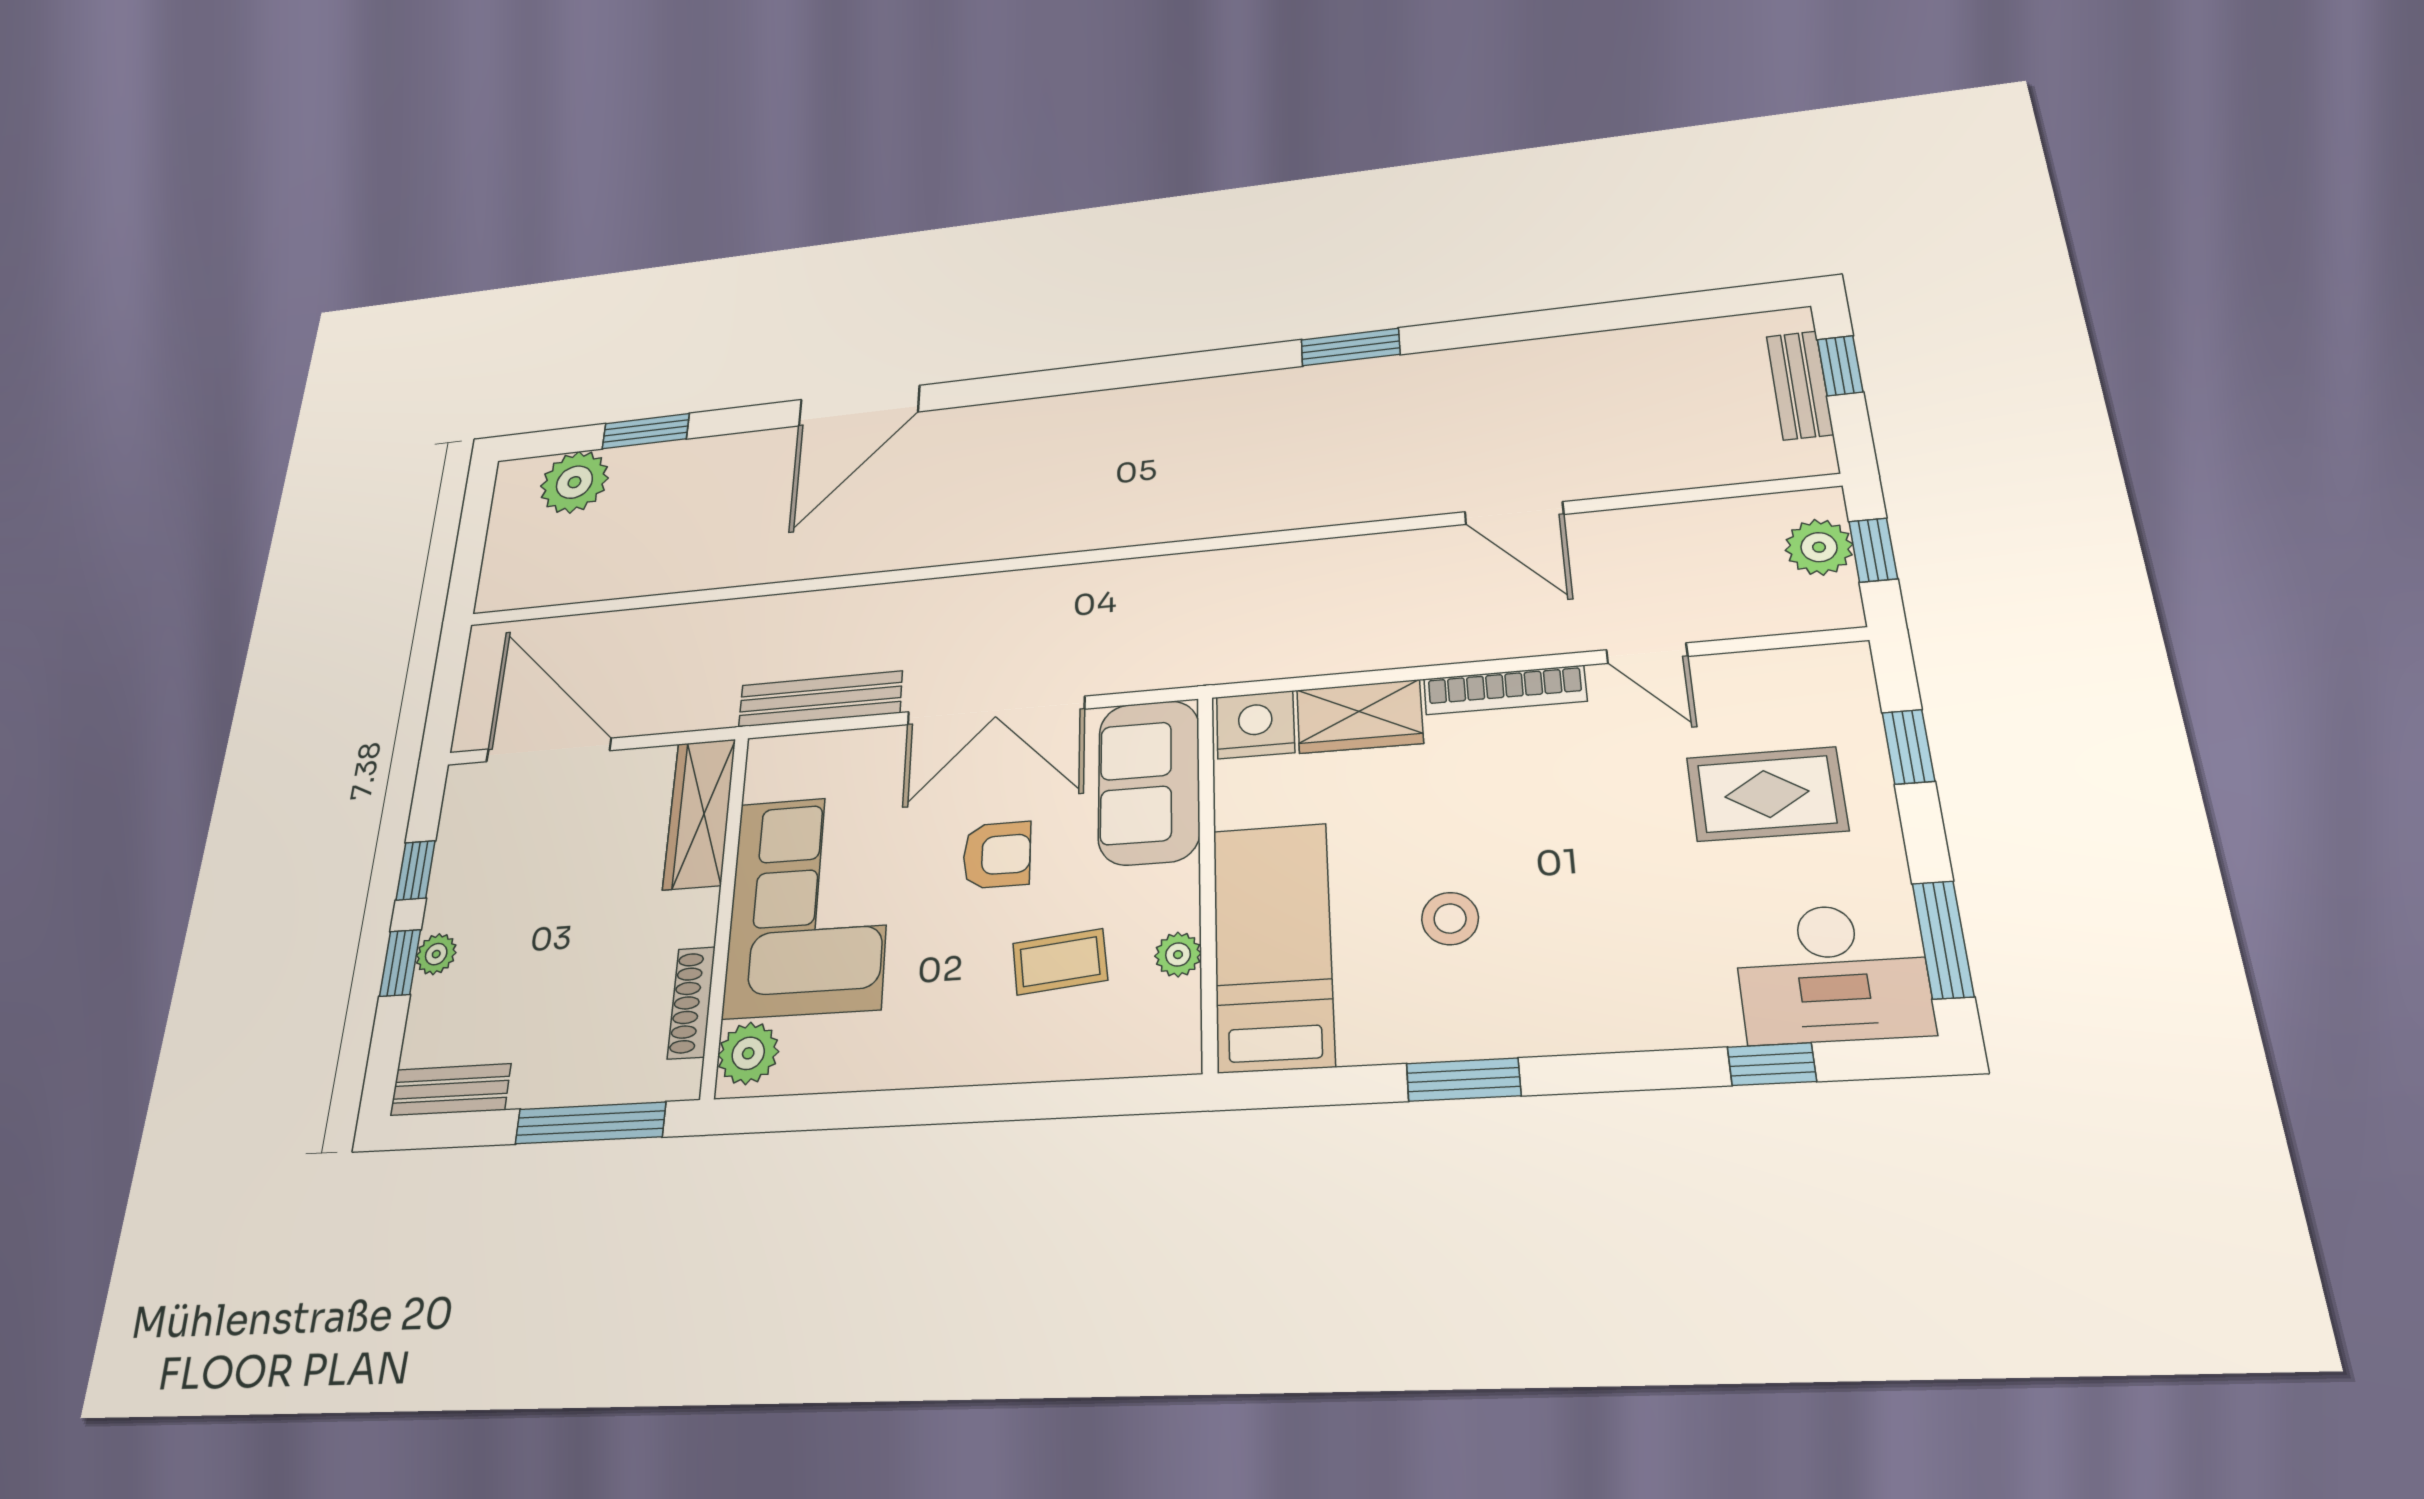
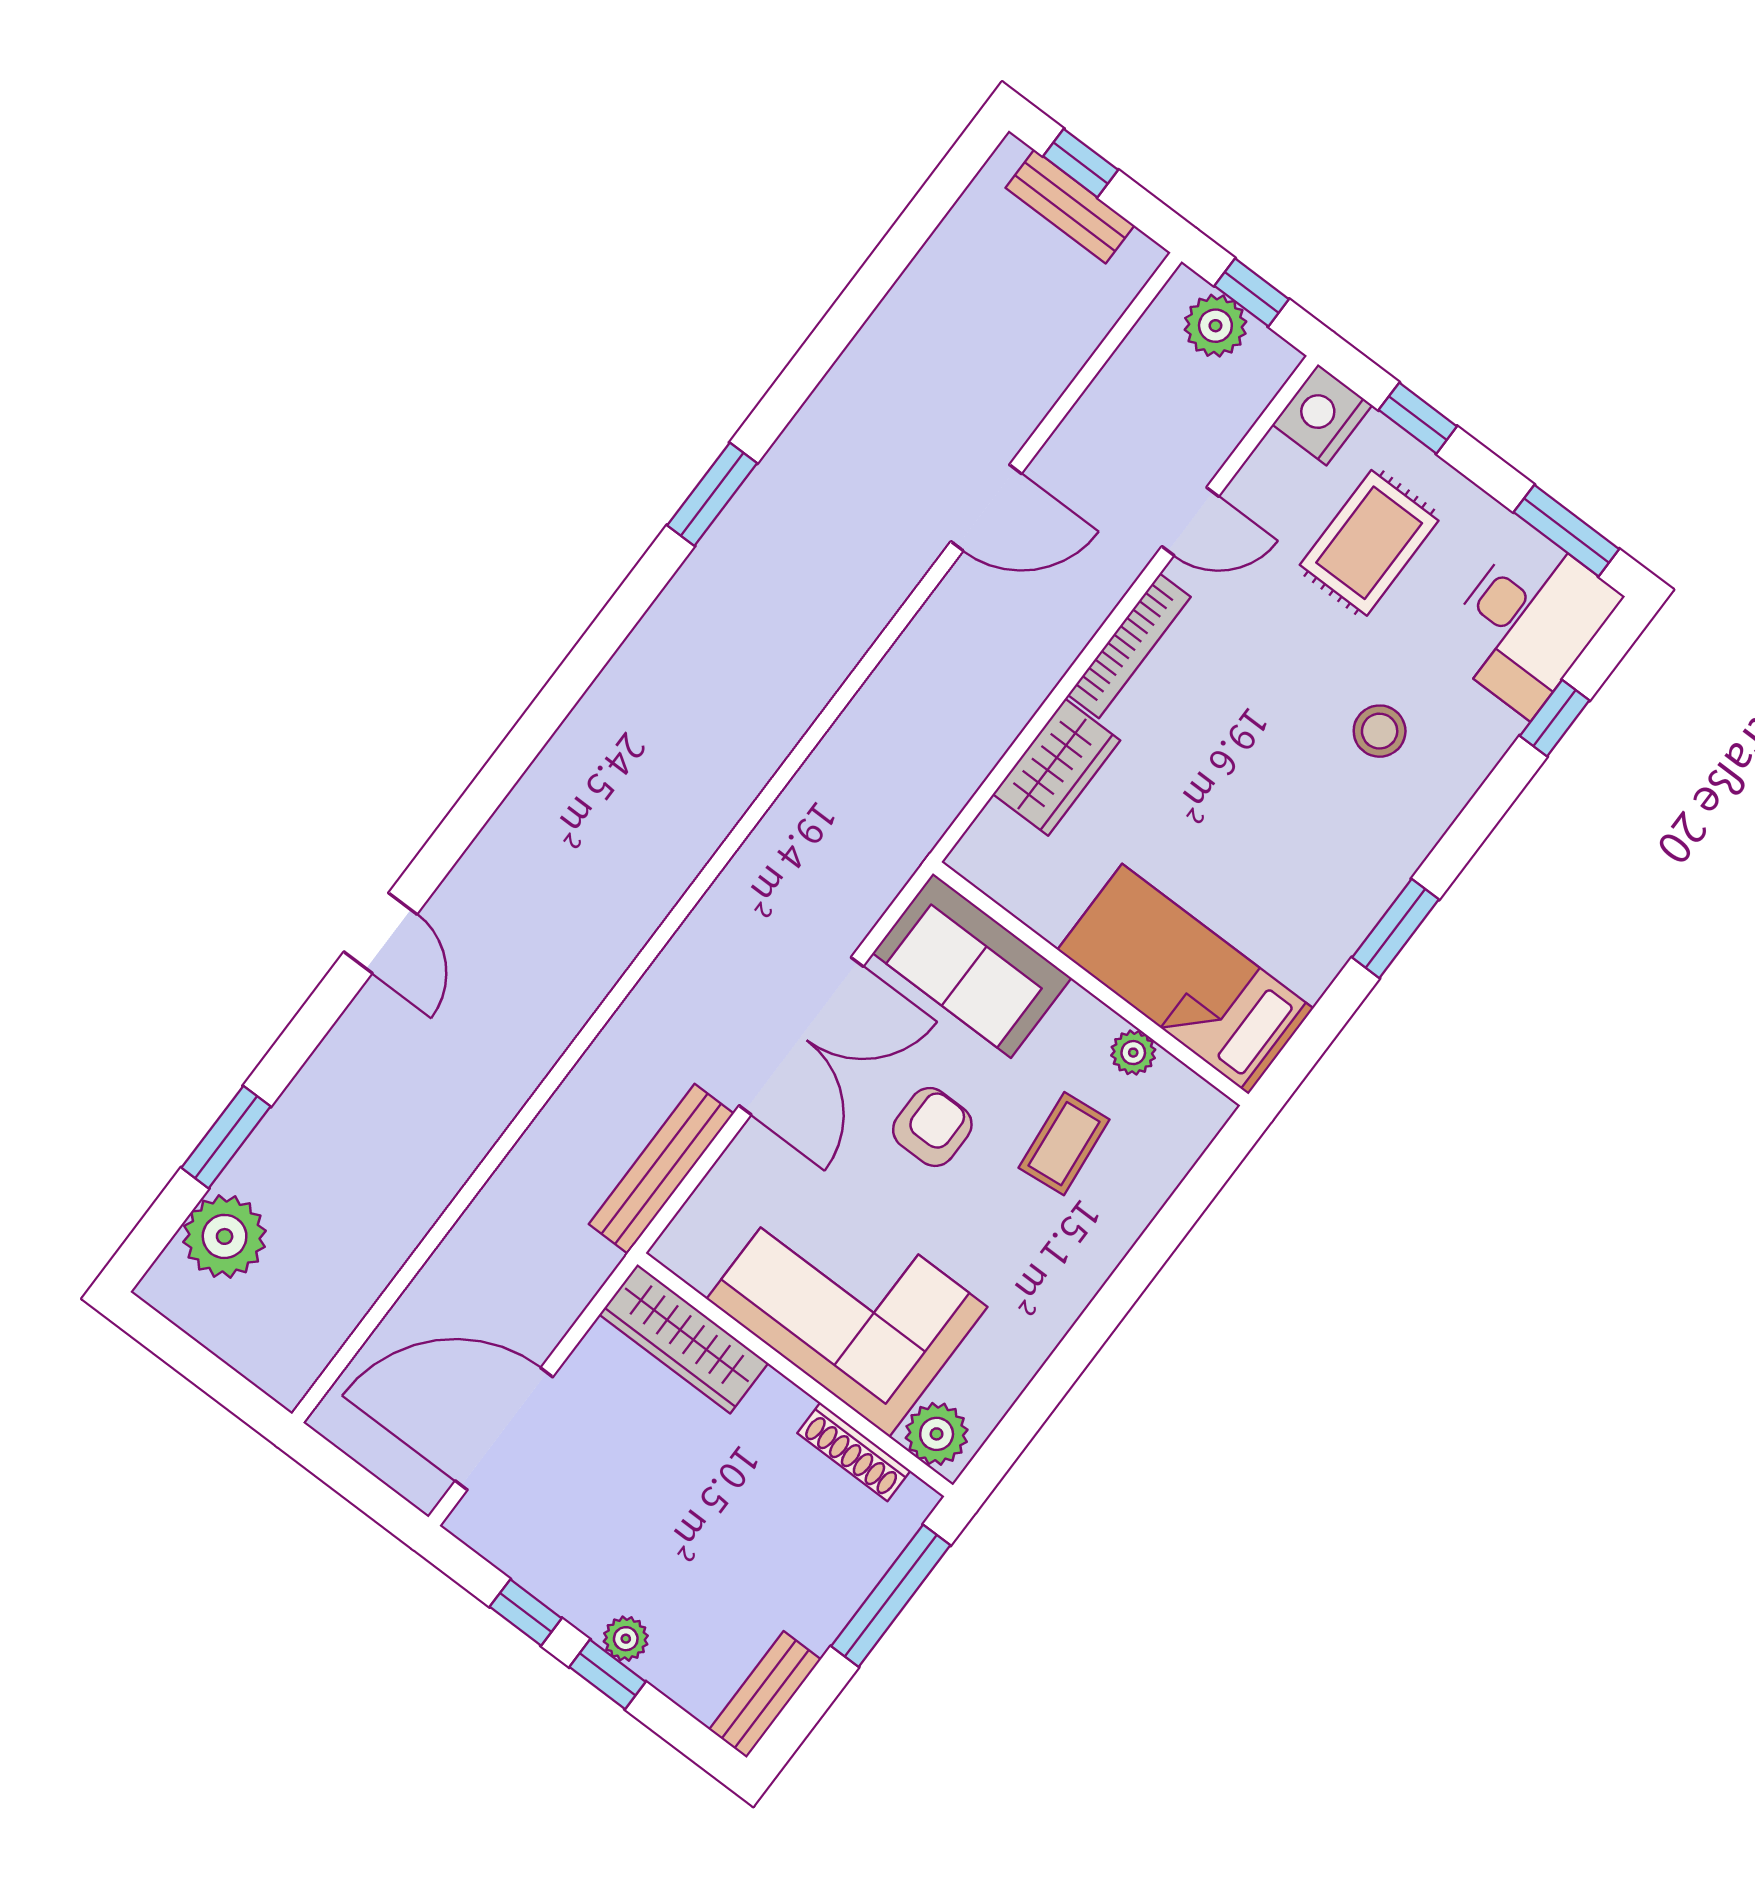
door: (859, 406) -> (380, 933), width x0.53
nightstand: (1255, 725) -> (1322, 415), moved
stool: (1450, 919) -> (1380, 731), moved

